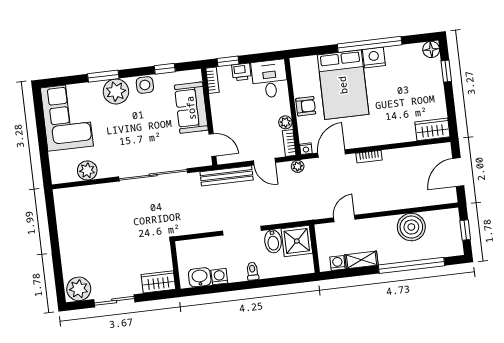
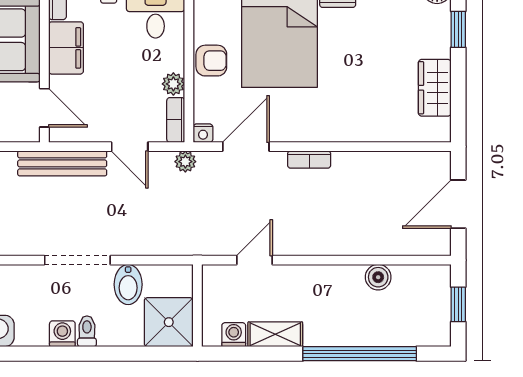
filing cabinet: (221, 109) -> (66, 48), added
wardrobe: (432, 129) -> (435, 88), moved, turned -90
boiler: (411, 227) -> (378, 277), width x0.54, depth x0.54
shower: (297, 241) -> (169, 322), moved
washing machine: (219, 277) -> (62, 334), moved

